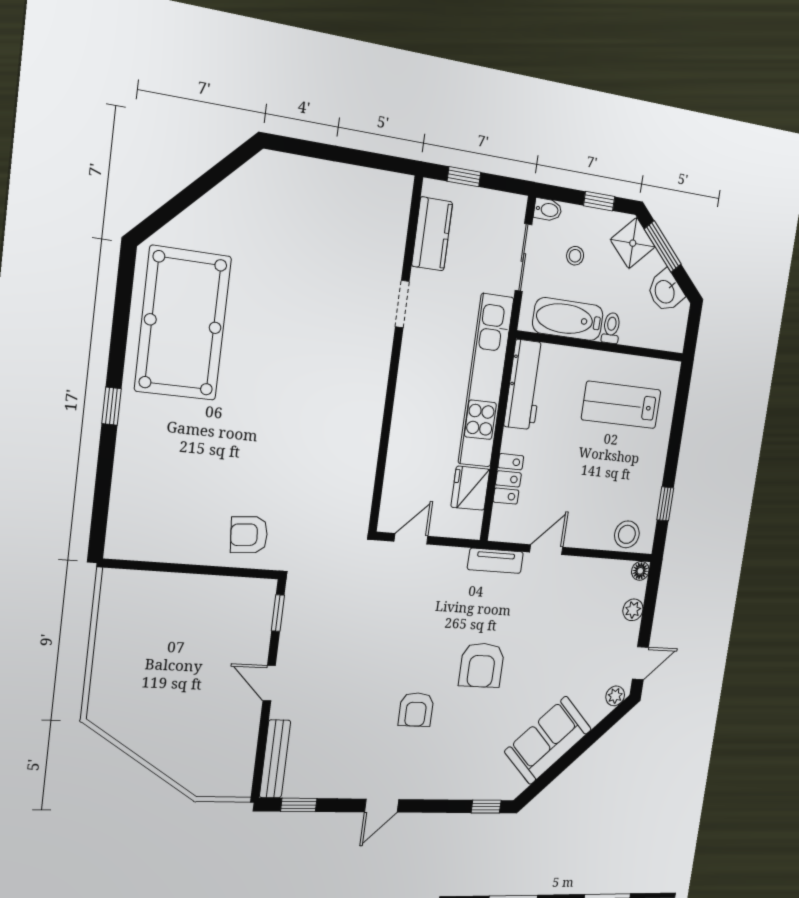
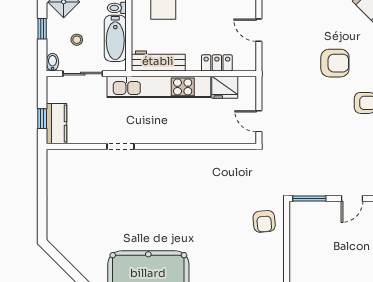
kitchen counter: (432, 234) -> (57, 124), moved, turned 90
tv unit: (495, 561) -> (268, 64), removed
window: (278, 613) -> (309, 198), width x1.50

